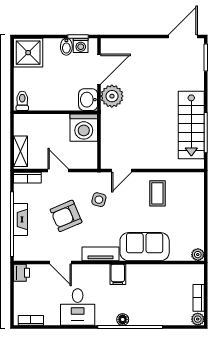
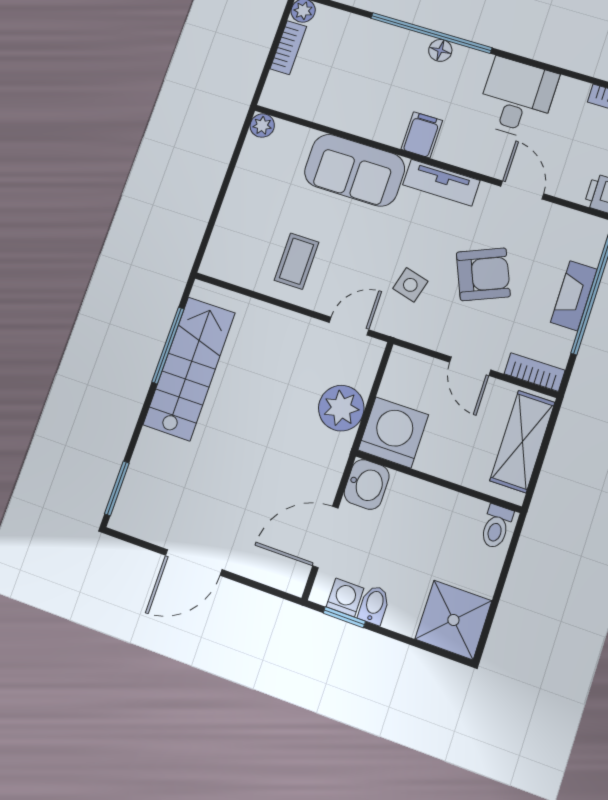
door: (183, 36) -> (194, 562), moved
plant: (112, 96) -> (341, 408), moved
shelving: (20, 151) -> (522, 441), width x1.50, depth x1.33

